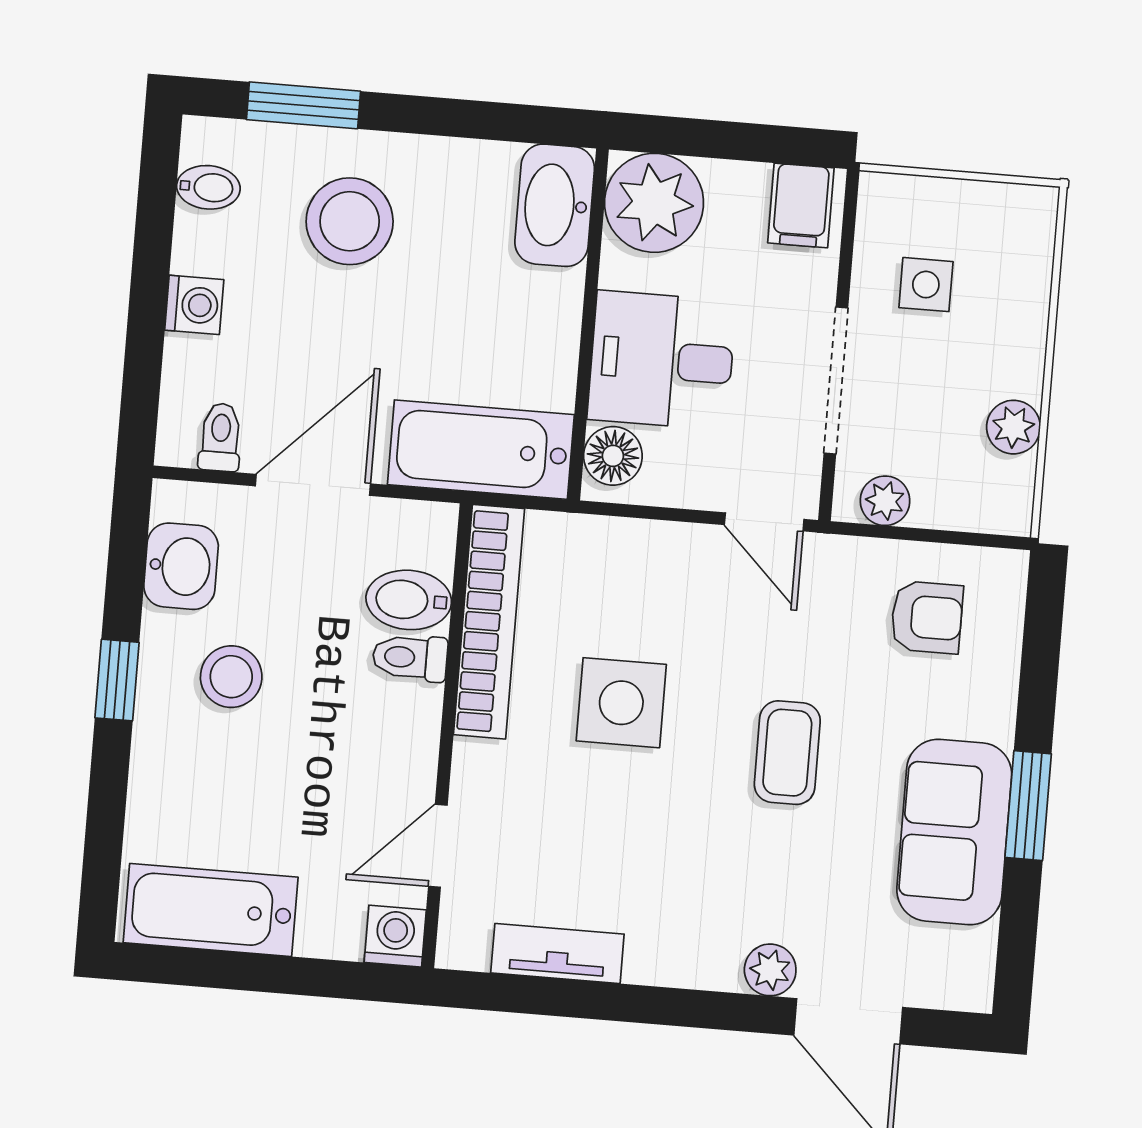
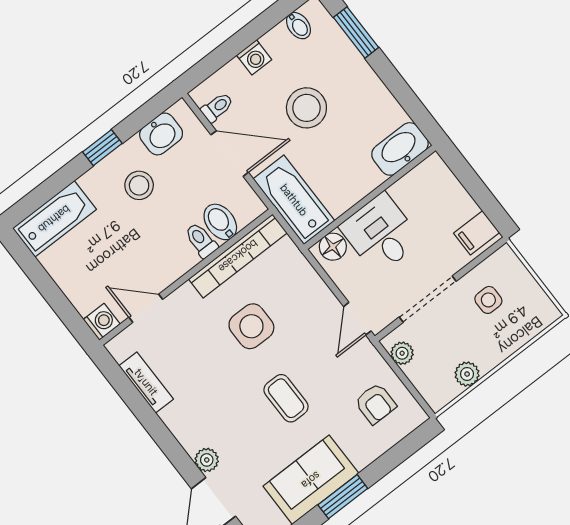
plant: (654, 203) -> (432, 182), removed
stool: (350, 221) -> (306, 108), moved
coffee table: (787, 753) -> (286, 398), turned 90
bathtub: (211, 910) -> (54, 219), moved, turned 90

